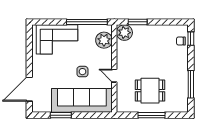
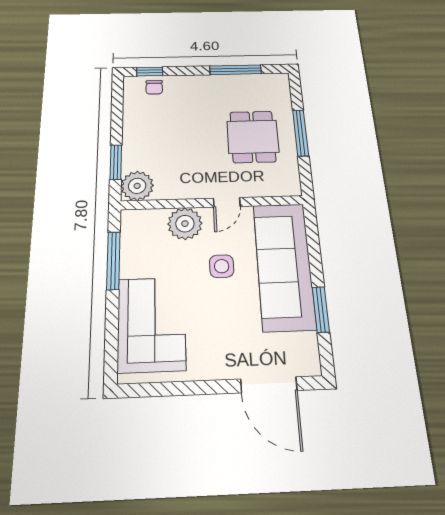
window: (87, 22) -> (113, 260), width x0.68
plant: (104, 40) -> (185, 224), moved

